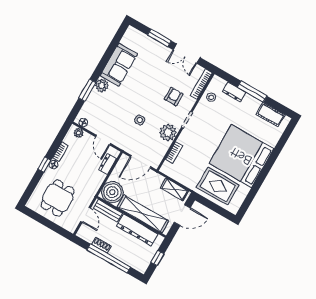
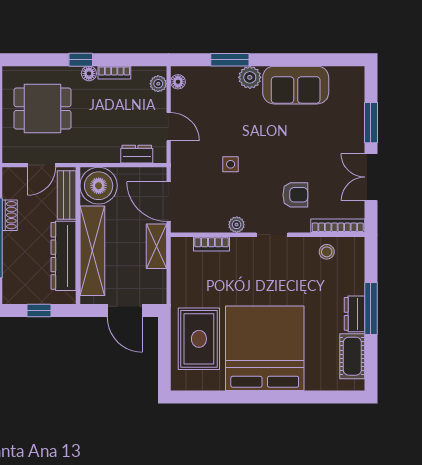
dresser: (234, 92) -> (355, 314), moved
plant: (168, 132) -> (237, 225), width x0.53, depth x0.53
door: (103, 140) -> (169, 127), swing flipped
shelving: (174, 189) -> (156, 246), moved

